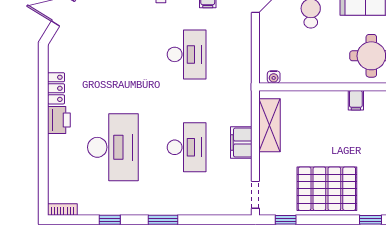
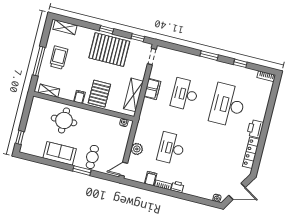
plant: (242, 39) -> (137, 149), added
locker: (56, 88) -> (251, 153), width x1.53
pallet: (325, 114) -> (99, 94), added
window: (371, 220) -> (107, 30), moved

